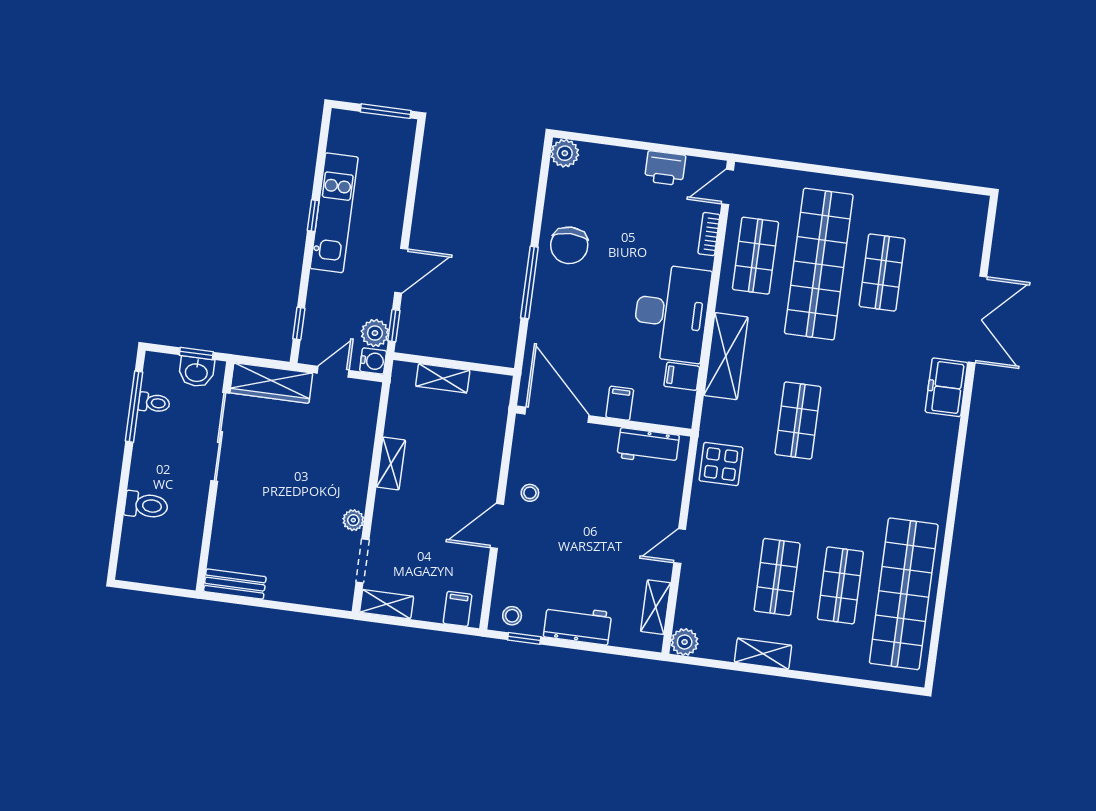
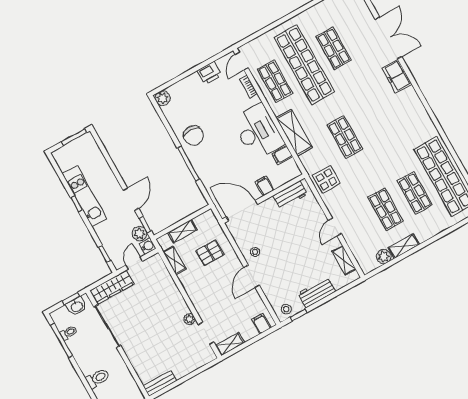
pallet: (460, 442) -> (210, 253), added
shelving: (391, 463) -> (175, 260), moved
plant: (685, 642) -> (384, 257), moved

